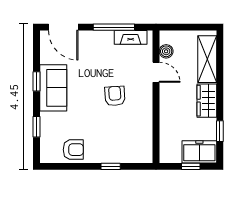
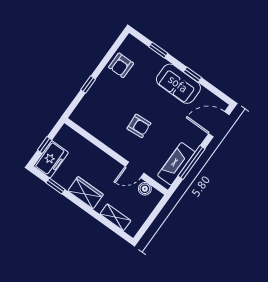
fireplace: (131, 37) -> (176, 164), width x1.37, depth x1.32
shelving: (207, 59) -> (115, 217), width x0.67, depth x0.75

